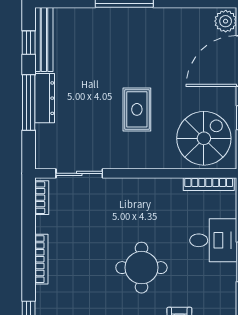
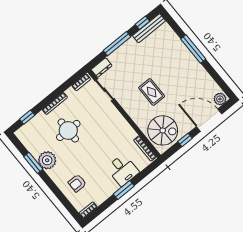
dresser: (45, 98) -> (102, 68), moved, width x0.70
rug: (137, 109) -> (152, 92), turned 90
round table: (141, 268) -> (68, 130), moved

